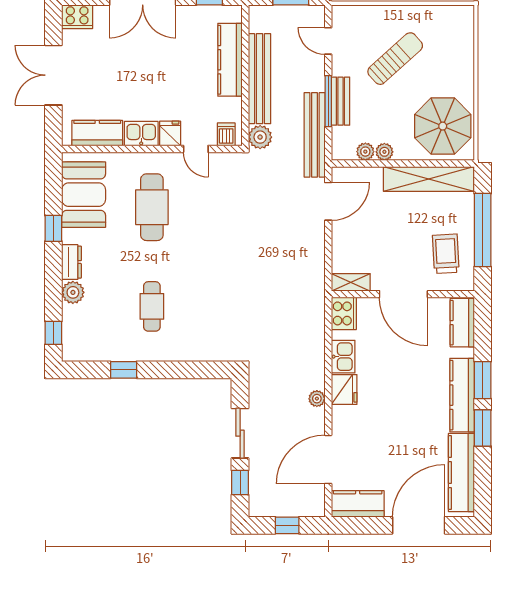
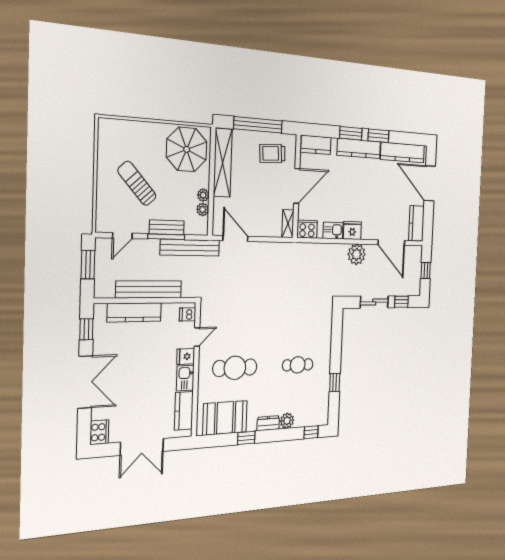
plant: (260, 137) -> (190, 289), removed
plant: (317, 399) -> (357, 254), width x1.87, depth x1.87

